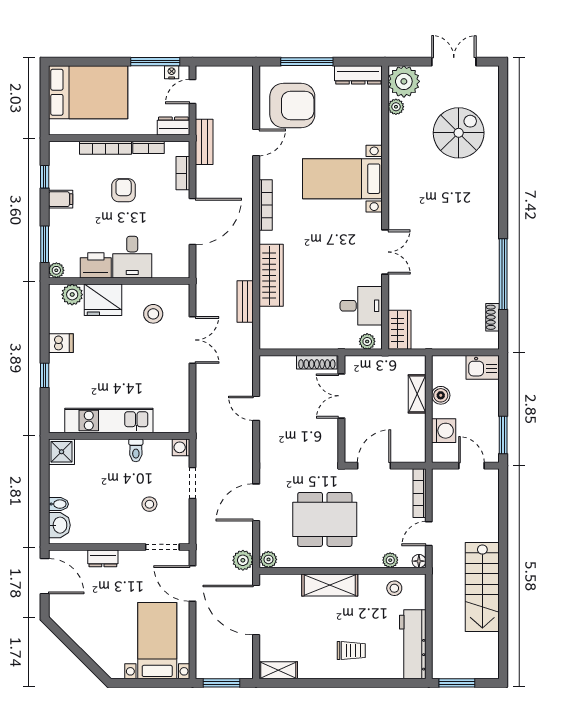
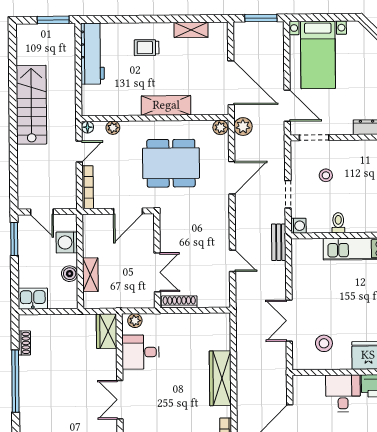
bench: (245, 302) -> (279, 242), moved
stool: (394, 588) -> (109, 103), removed
shelving: (278, 670) -> (191, 30), moved

